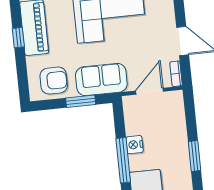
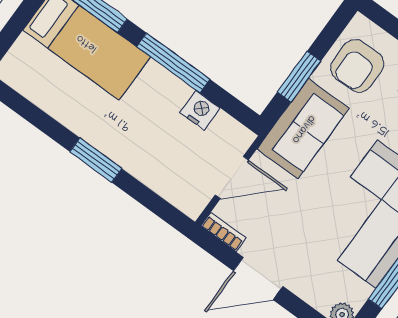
door: (150, 91) -> (232, 177), hinge flipped
nightstand: (134, 145) -> (200, 110), moved

